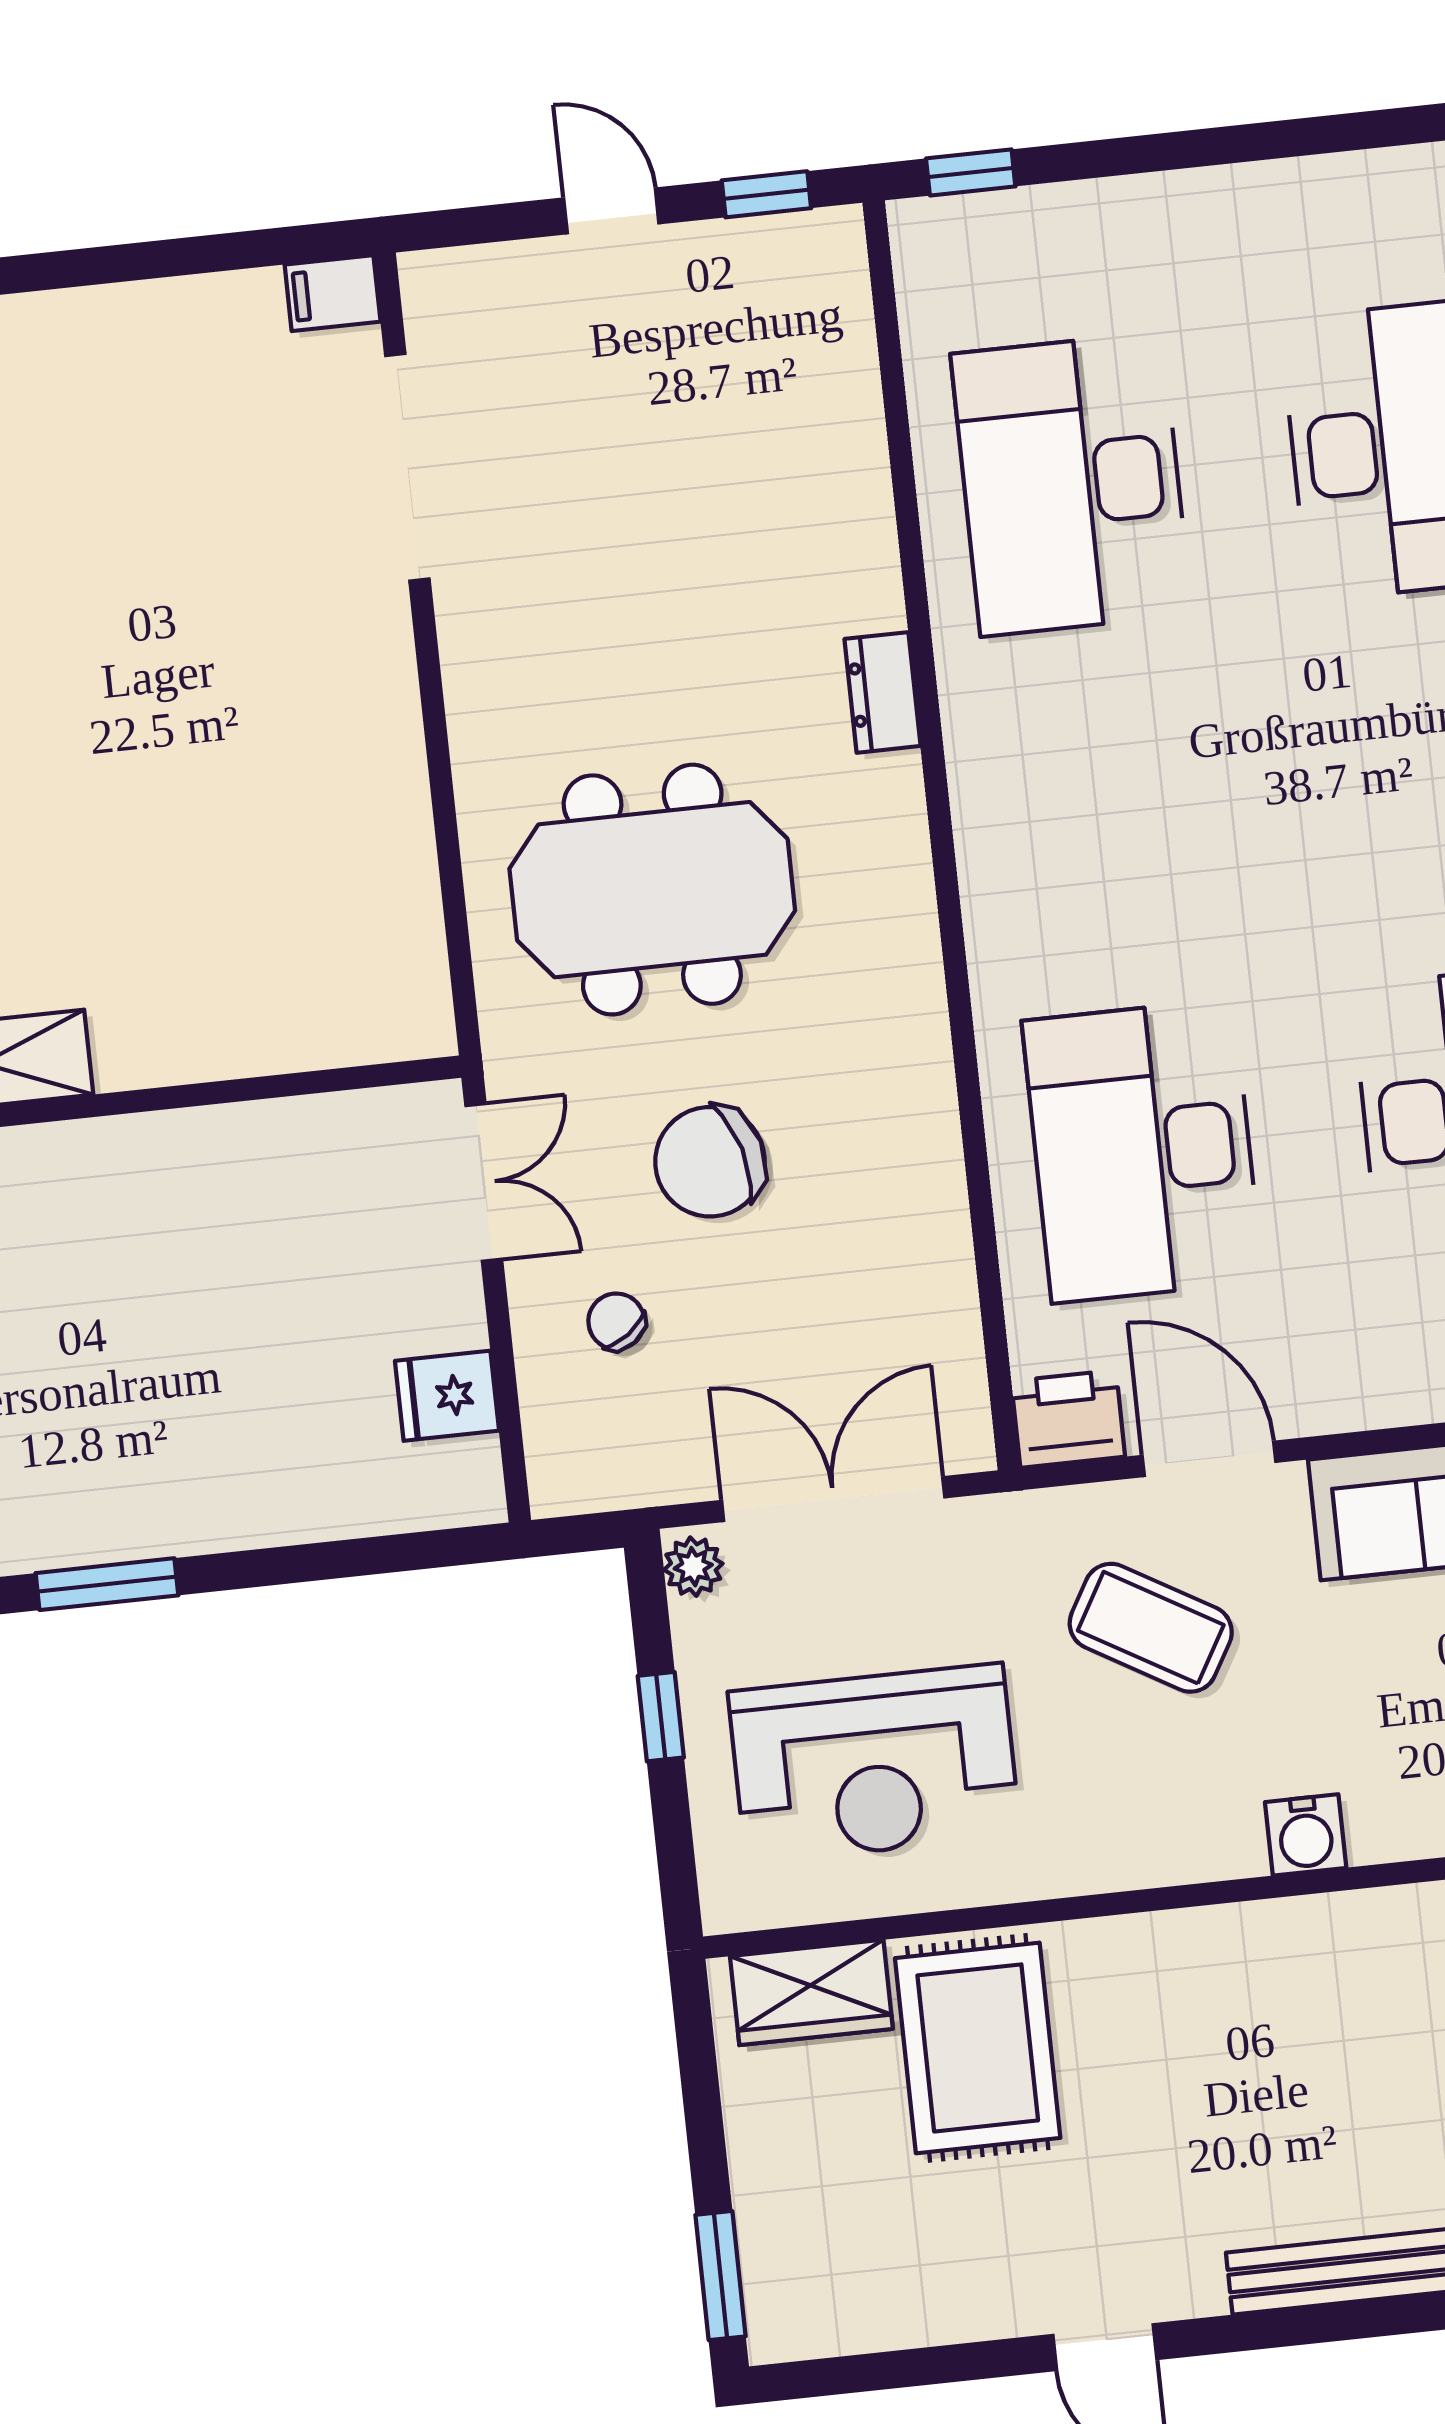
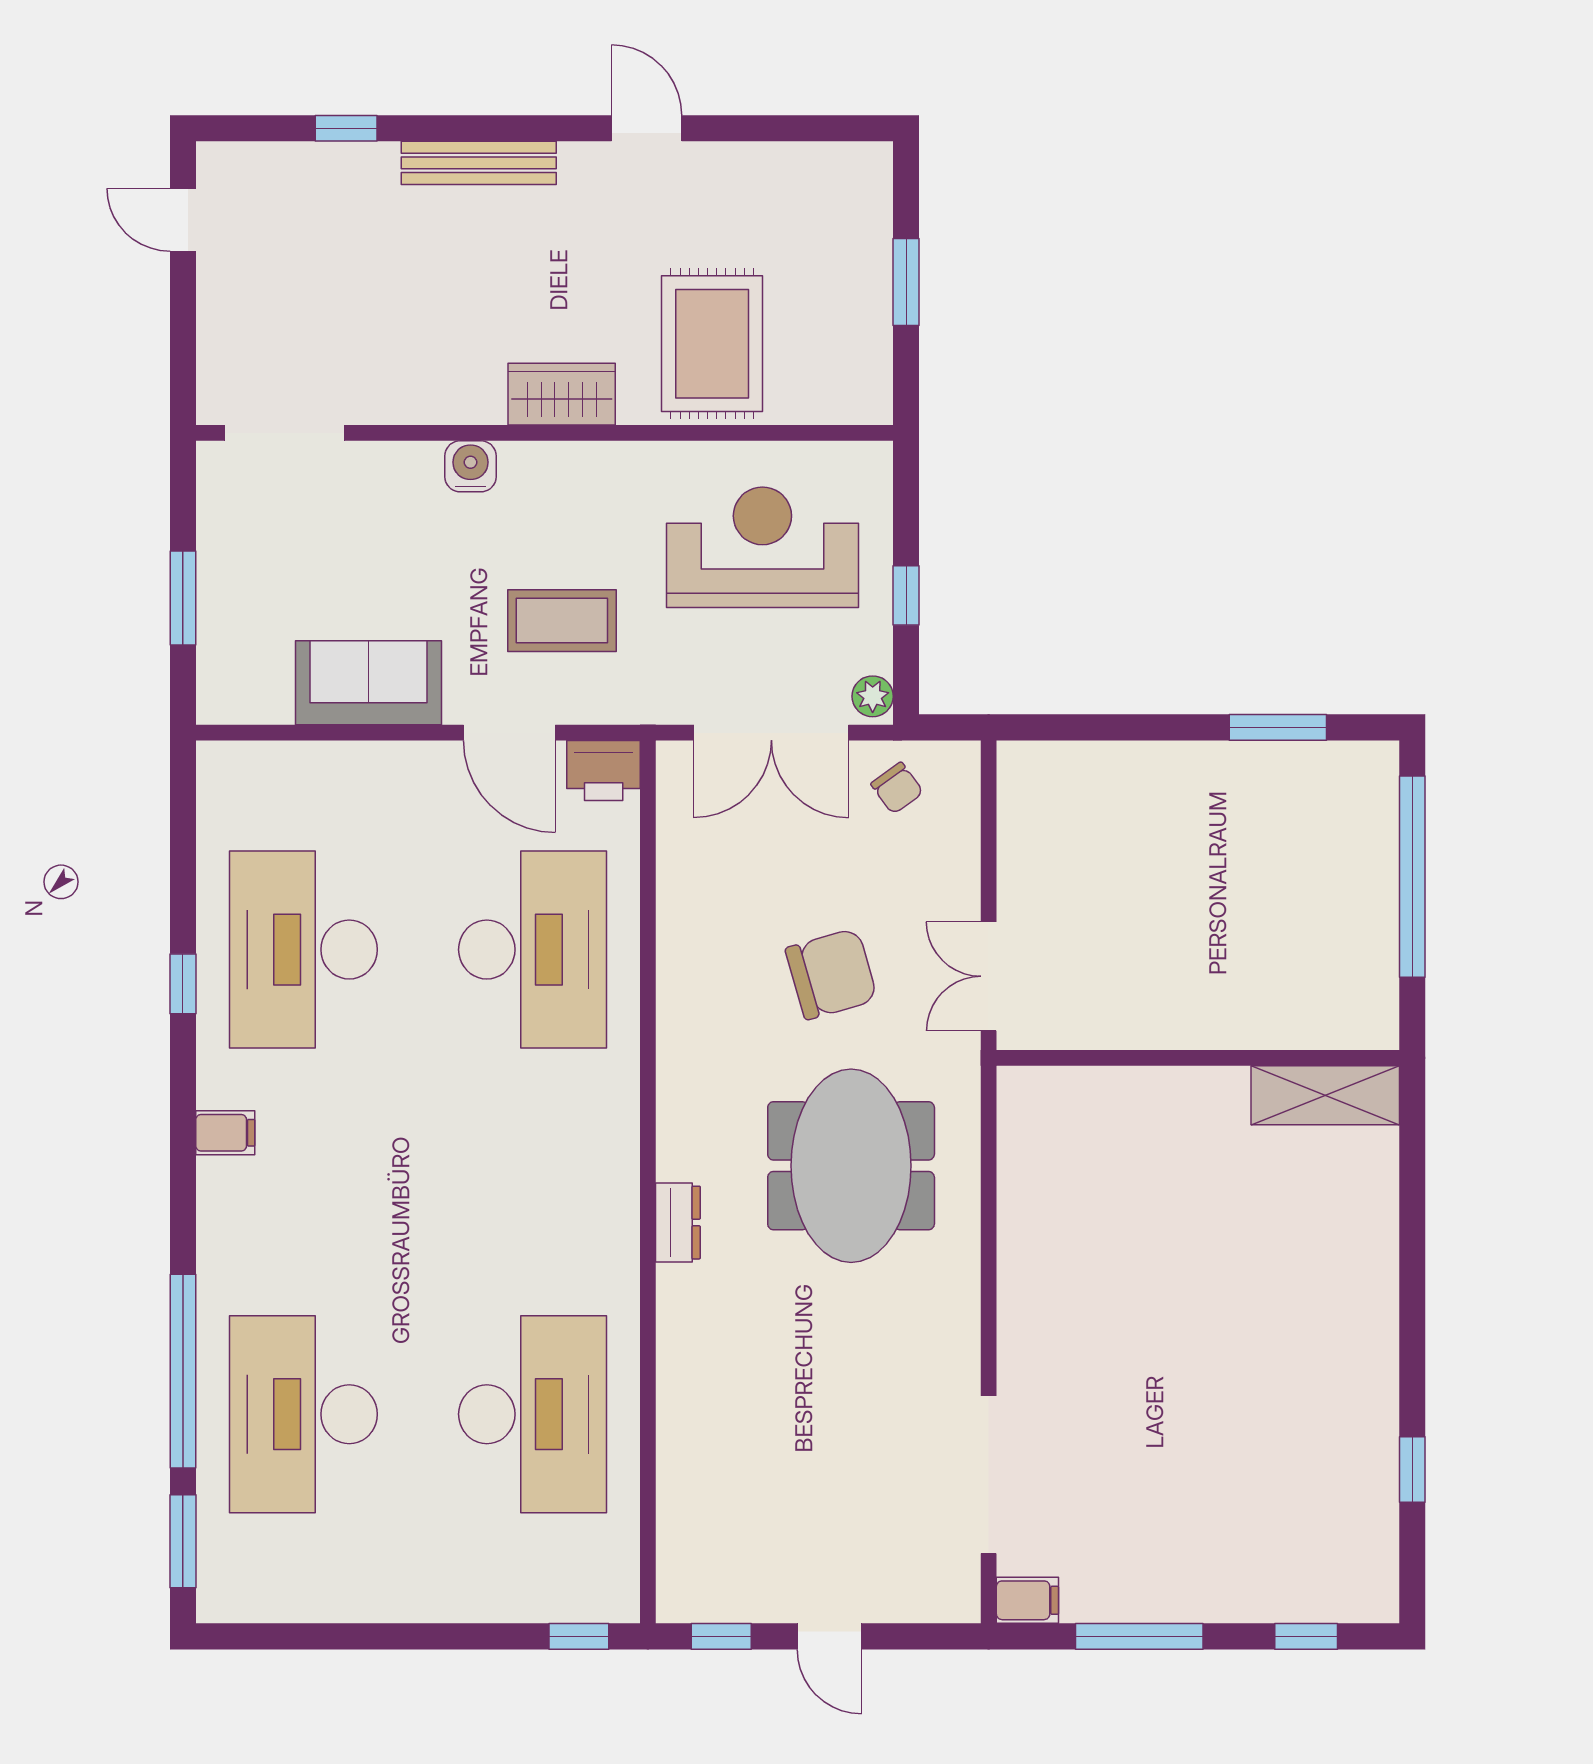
window: (166, 258) -> (1139, 1636), added
dresser: (883, 692) -> (678, 1223), moved
meeting table: (652, 890) -> (851, 1166), turned 90
chair: (616, 1321) -> (897, 788), moved
fridge: (447, 1396) -> (1030, 832), removed
coffee table: (1151, 1628) -> (562, 621), turned -30
wardrobe: (811, 1992) -> (562, 394), moved
window: (721, 2276) -> (906, 282), moved

